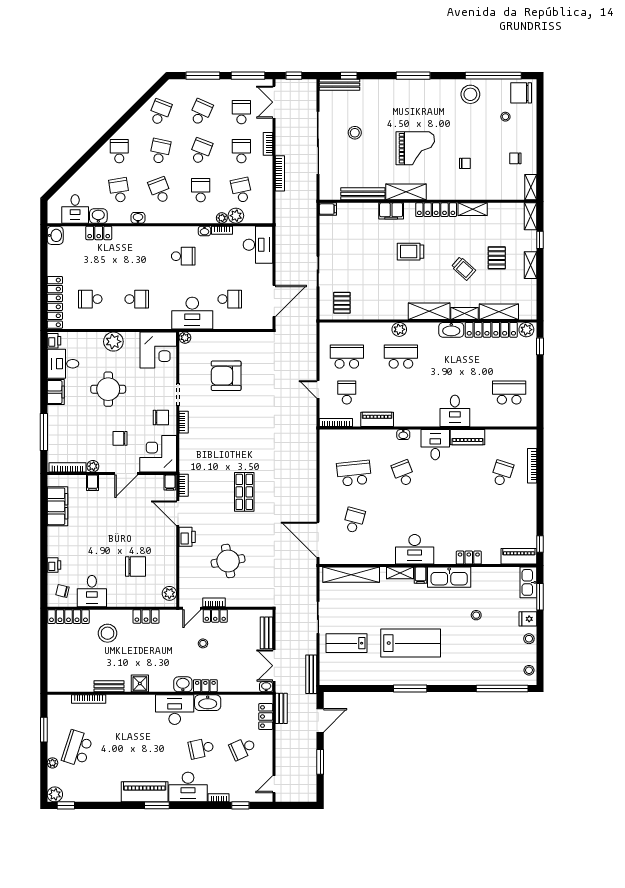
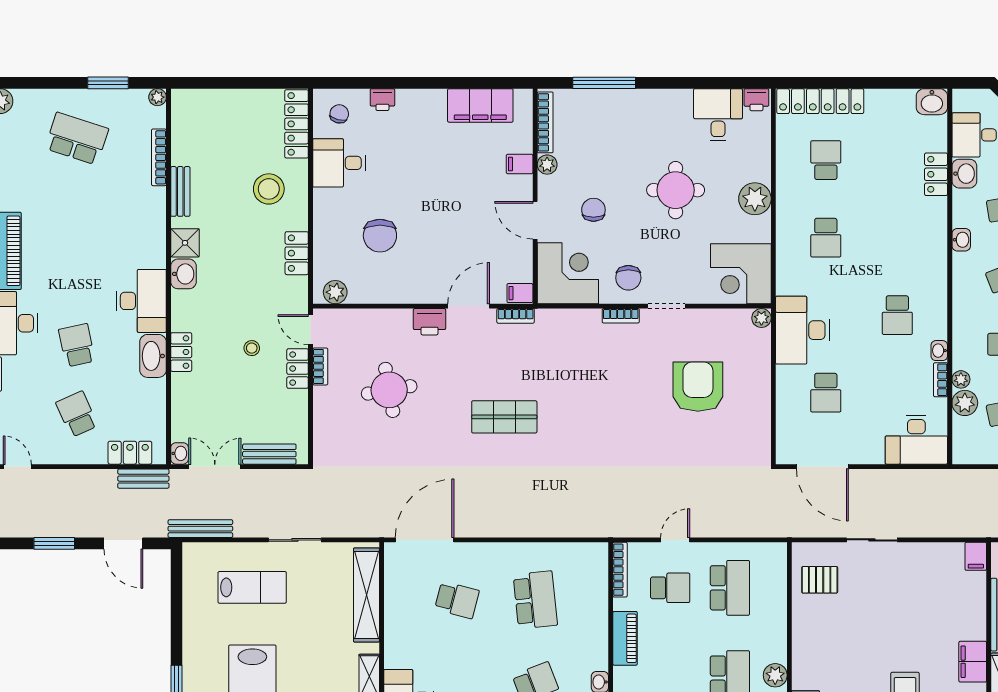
filing cabinet: (56, 392) -> (671, 103), removed
lab bench: (347, 643) -> (252, 587), turned 90
washbasin: (183, 684) -> (183, 274), moved
plant: (52, 763) -> (158, 97), moved

